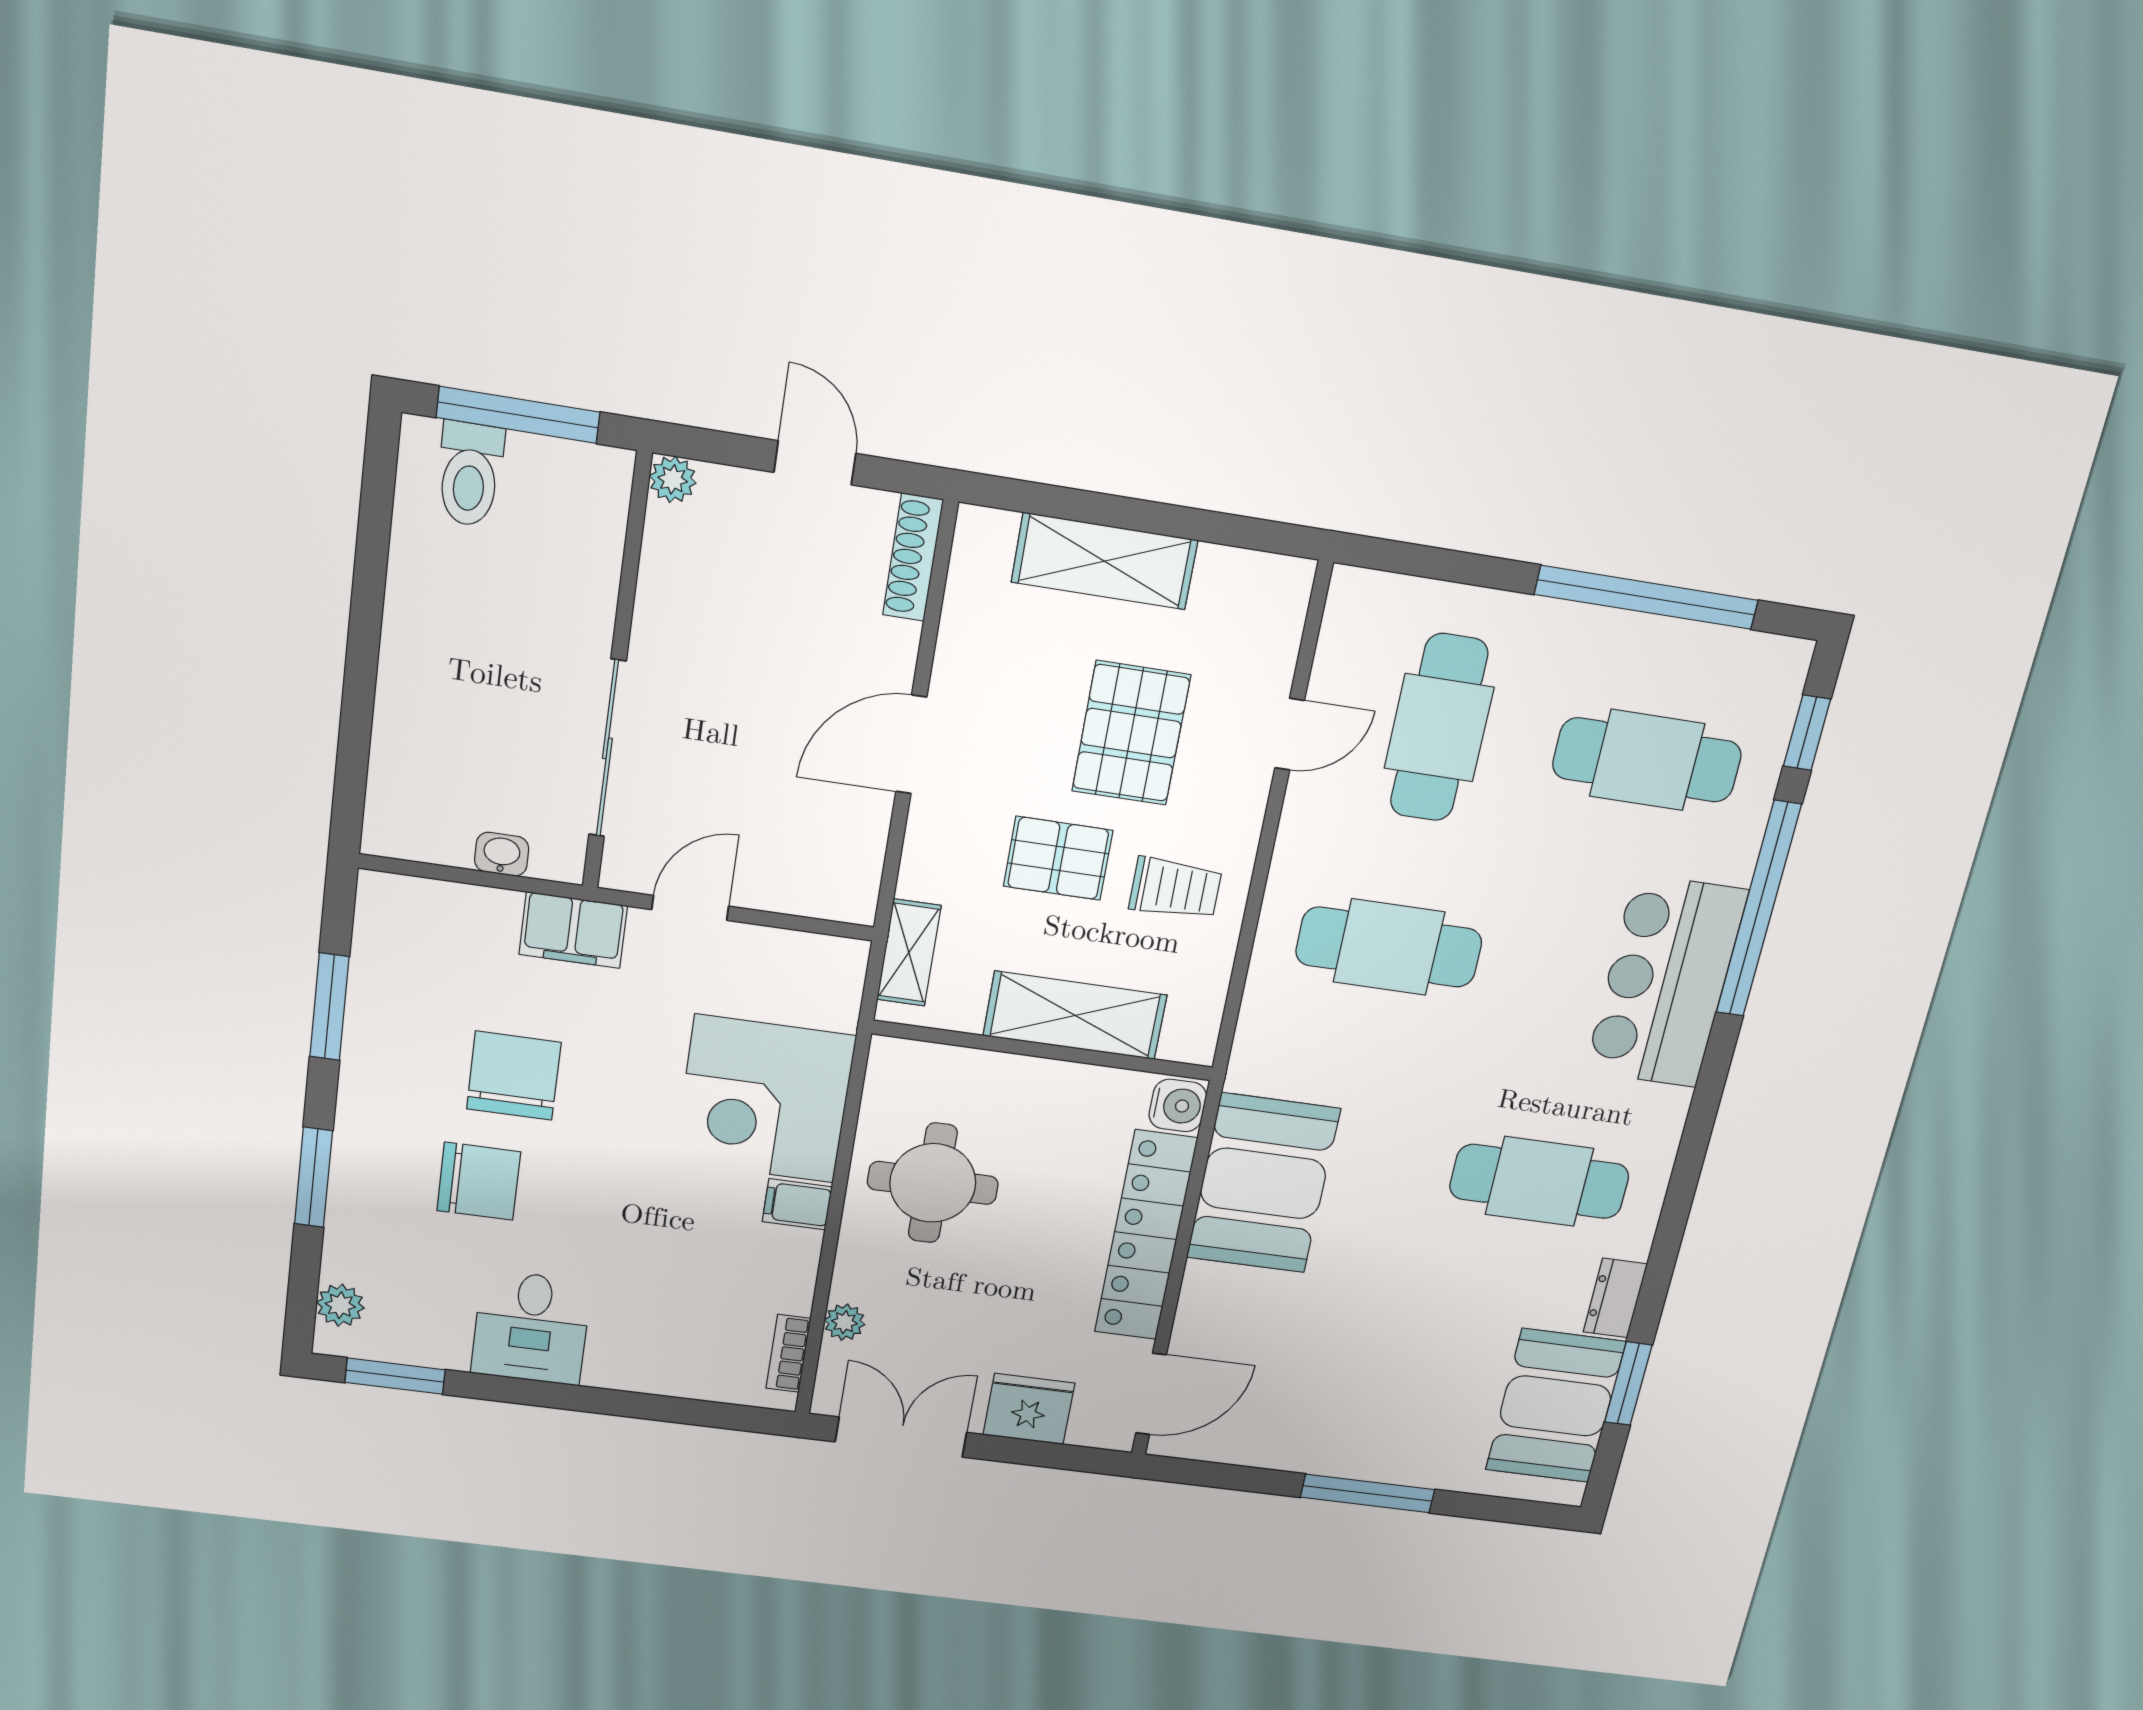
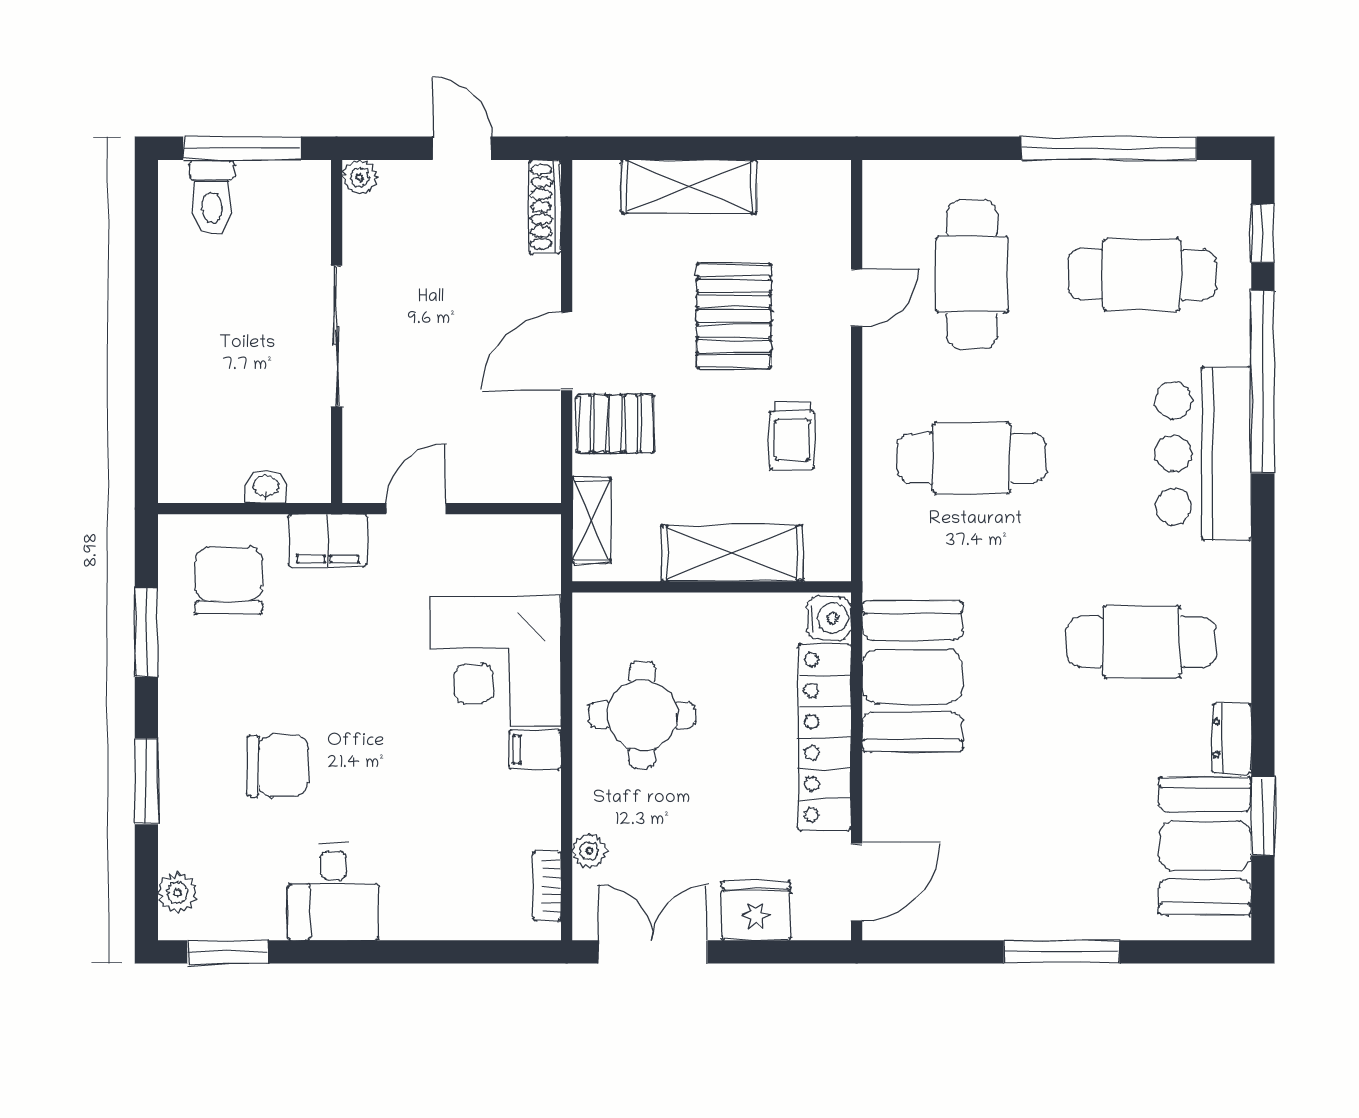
sliding door: (607, 748) -> (337, 336), moved
pallet: (1058, 858) -> (616, 424), moved
trolley: (1175, 888) -> (792, 435), turned 90
chair: (514, 1076) -> (229, 580), moved

